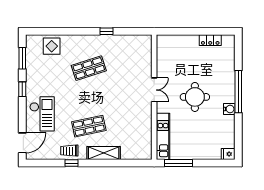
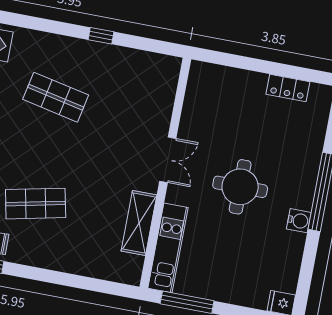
shop shelf: (89, 68) -> (56, 97), turned 30
shelving: (104, 153) -> (139, 223), moved, turned 90

